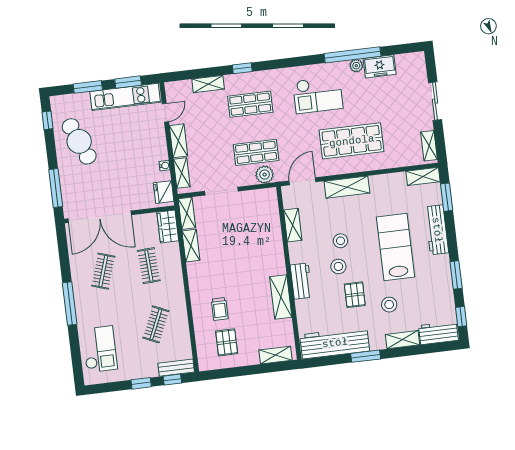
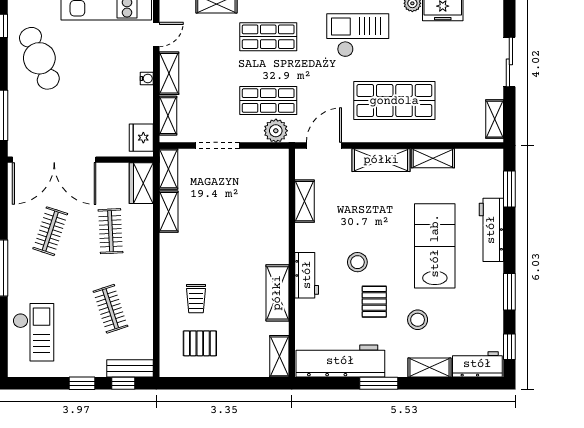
checkout: (318, 95) -> (358, 35), turned 180
water cooler: (164, 166) -> (147, 78), moved
shelving: (423, 176) -> (433, 158), moved
stool: (340, 241) -> (364, 229), removed
clothes rail: (156, 324) -> (110, 309), turned -42
pallet: (227, 342) -> (200, 343), turned 90
shelving: (275, 355) -> (279, 356), moved, turned 90

